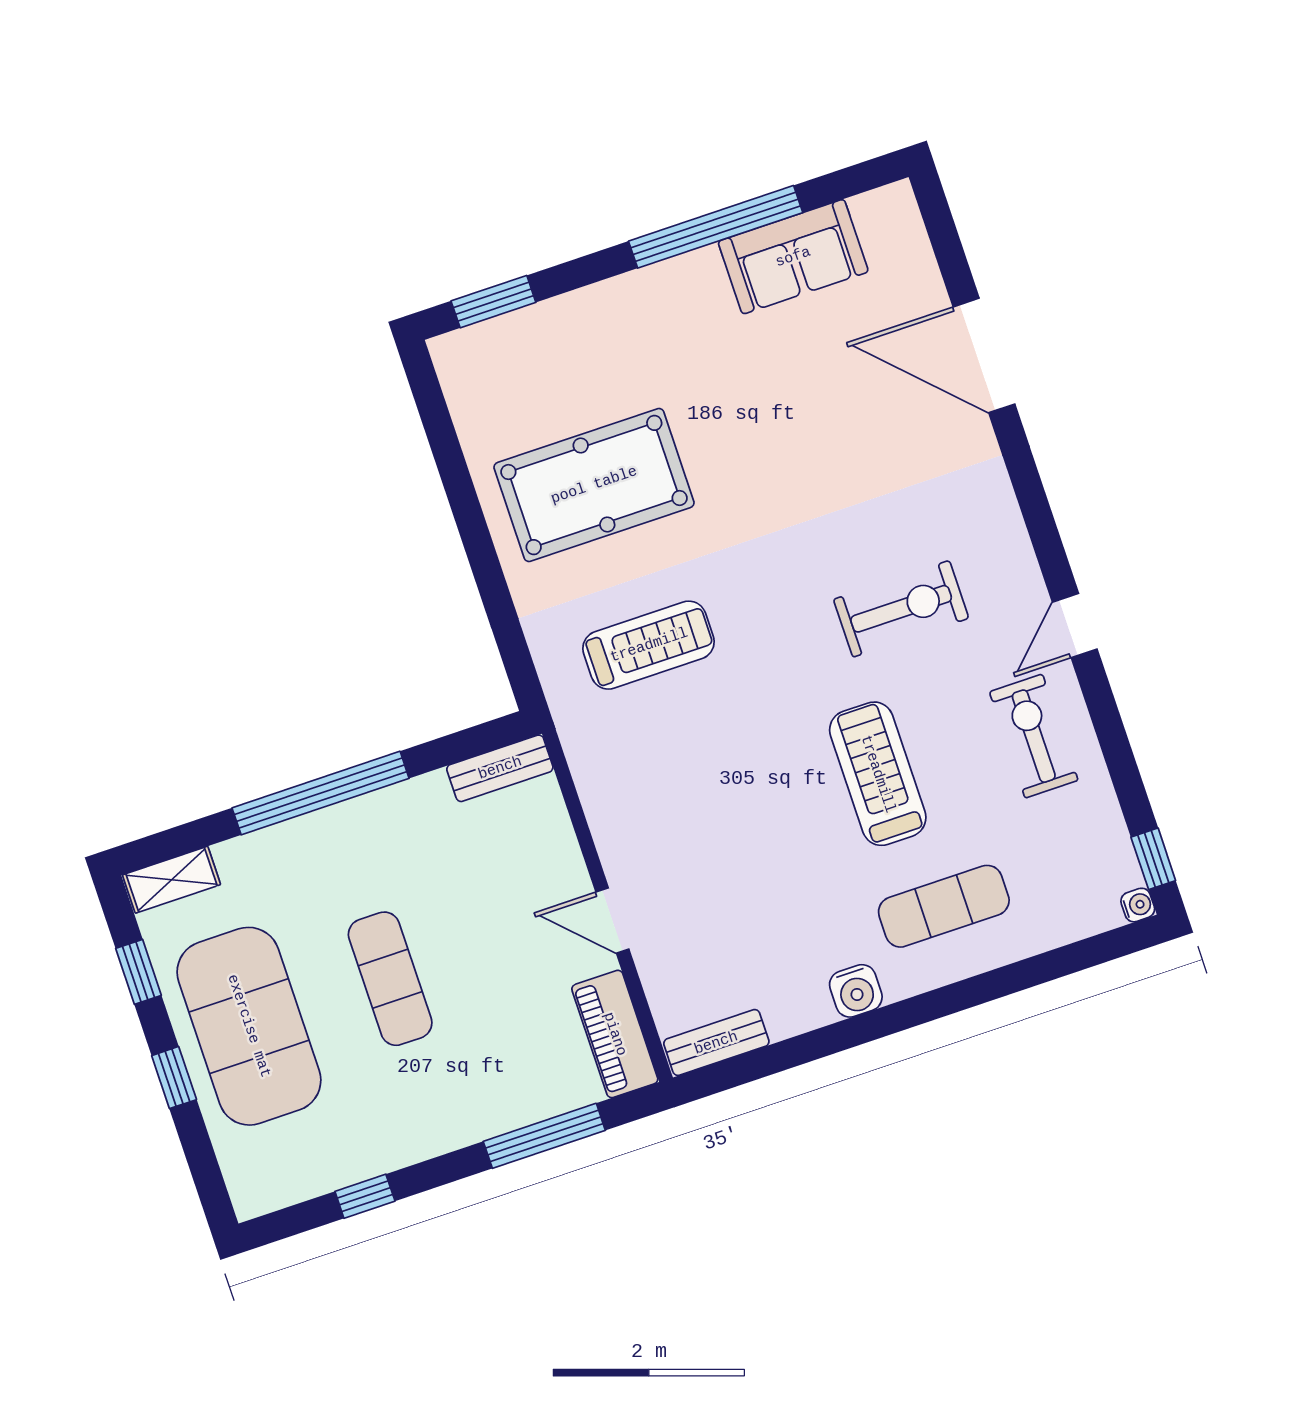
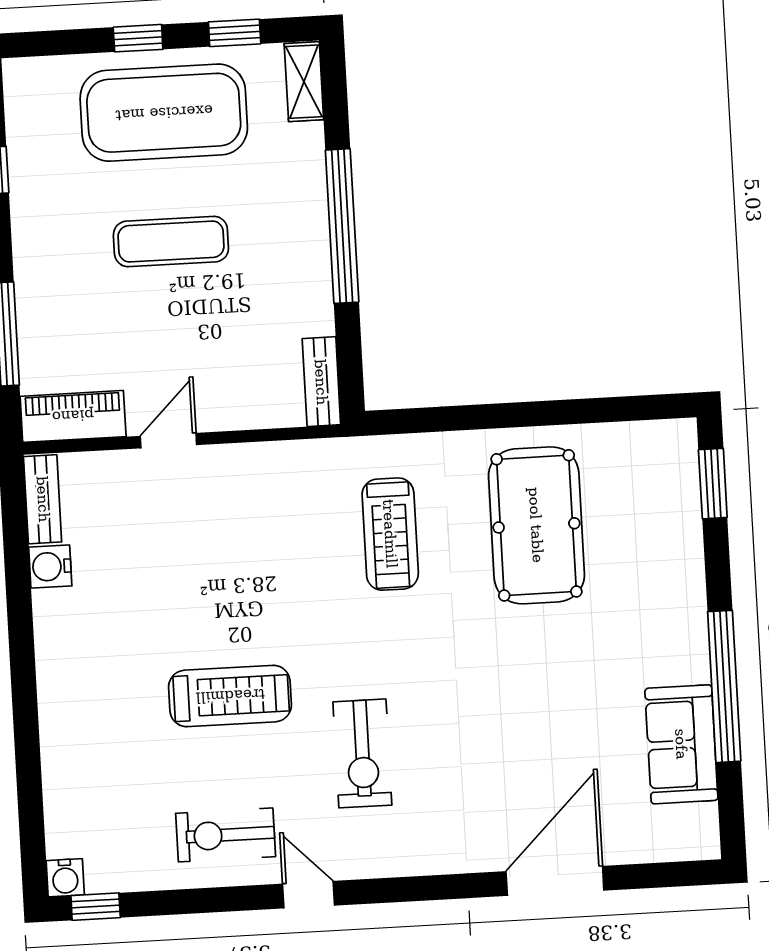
exercise bike: (1034, 736) -> (226, 835), turned 180
water cooler: (1138, 905) -> (65, 878), width x1.38, depth x1.38
exercise mat: (944, 906) -> (104, 721), removed
water cooler: (856, 991) -> (50, 567), moved

